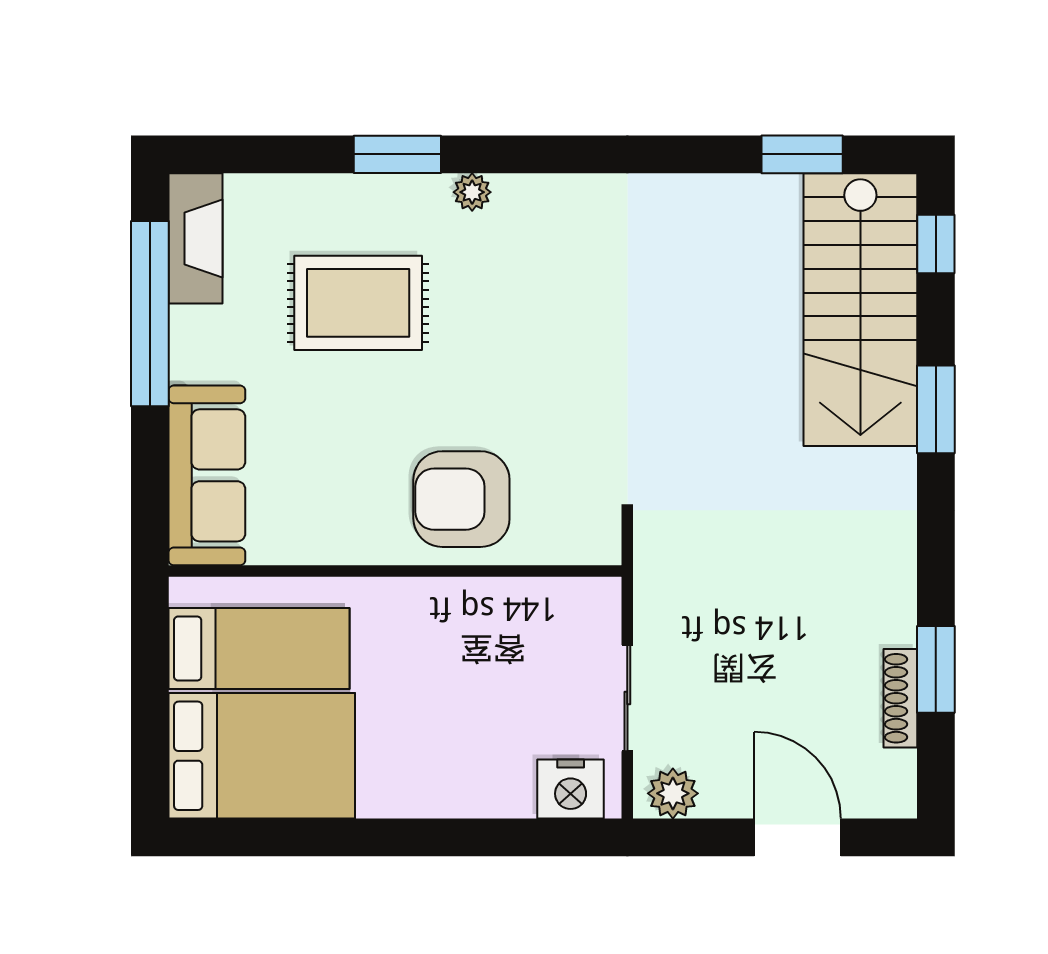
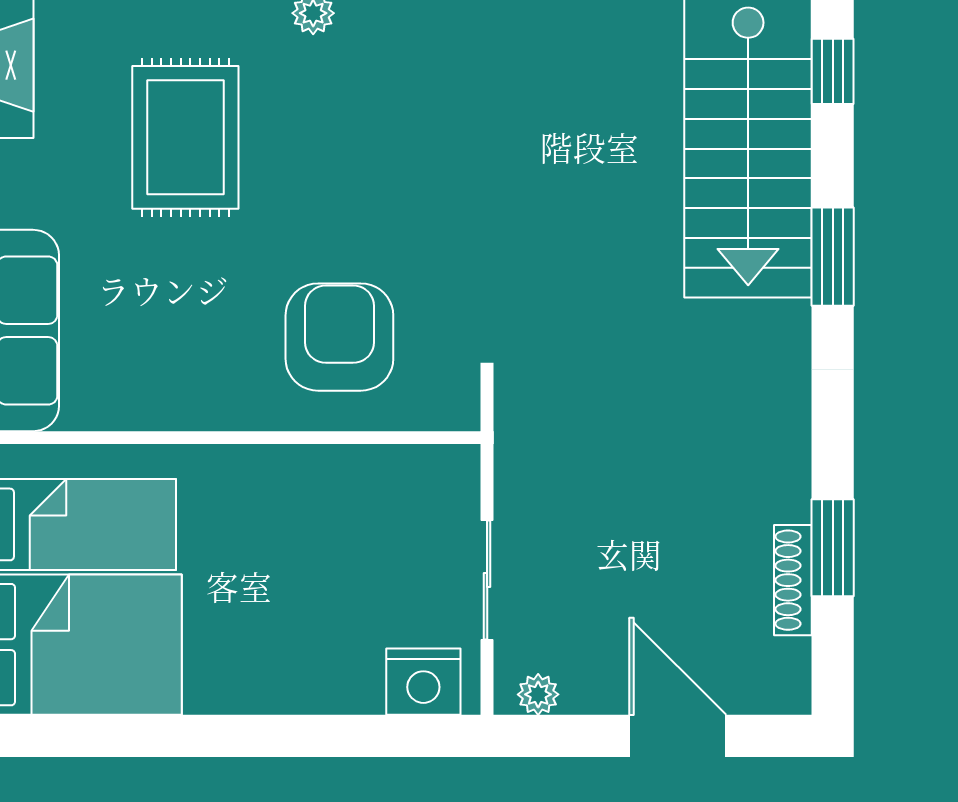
rug: (358, 303) -> (185, 137), turned 90
armchair: (461, 499) -> (339, 337), moved, turned 90
plant: (673, 793) -> (538, 694), width x0.73, depth x0.73

